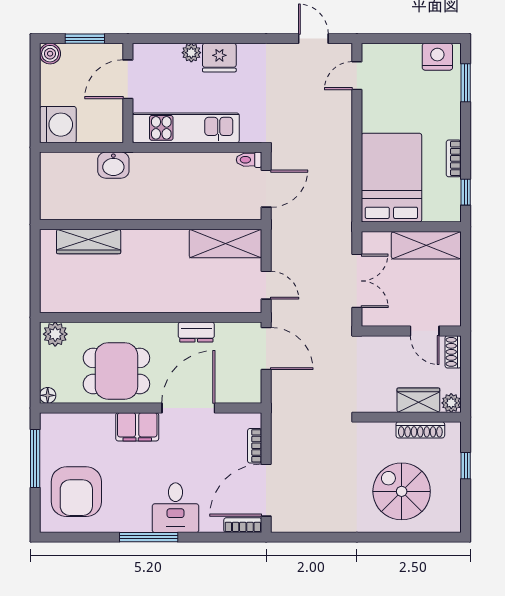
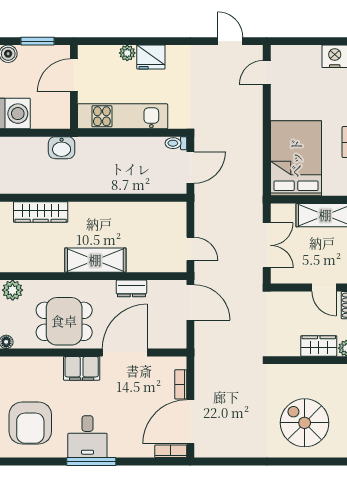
shelving: (225, 243) -> (95, 260), moved
shoe rack: (420, 430) -> (320, 371), removed
desk: (176, 508) -> (87, 437), moved

